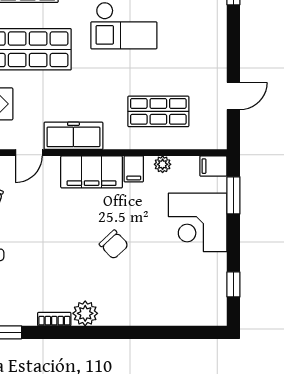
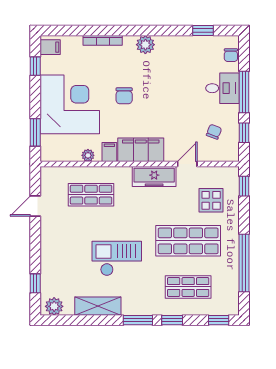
filing cabinet: (213, 166) -> (50, 47), moved
corner desk: (198, 222) -> (70, 104), width x1.36, depth x1.36
chair: (114, 245) -> (124, 96), turned -137
bookcase: (54, 319) -> (103, 40), moved, width x1.56

